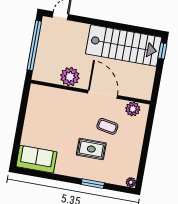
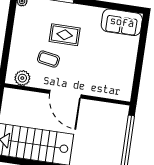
plant: (70, 77) -> (89, 110), removed
door: (103, 94) -> (65, 94), moved

